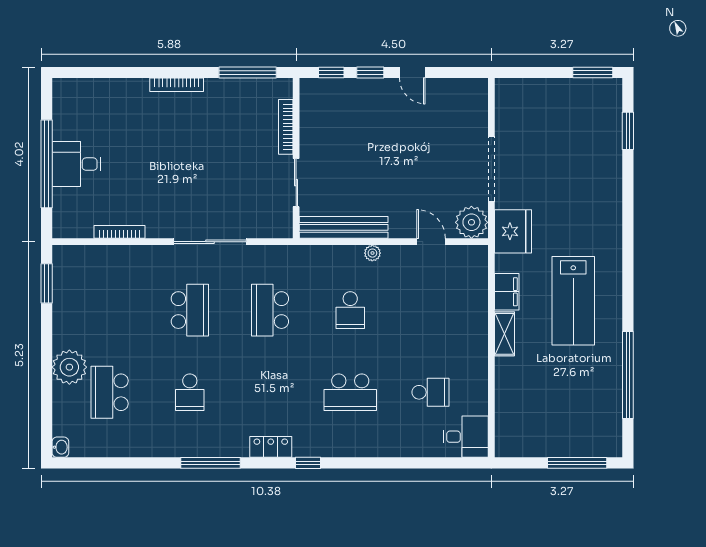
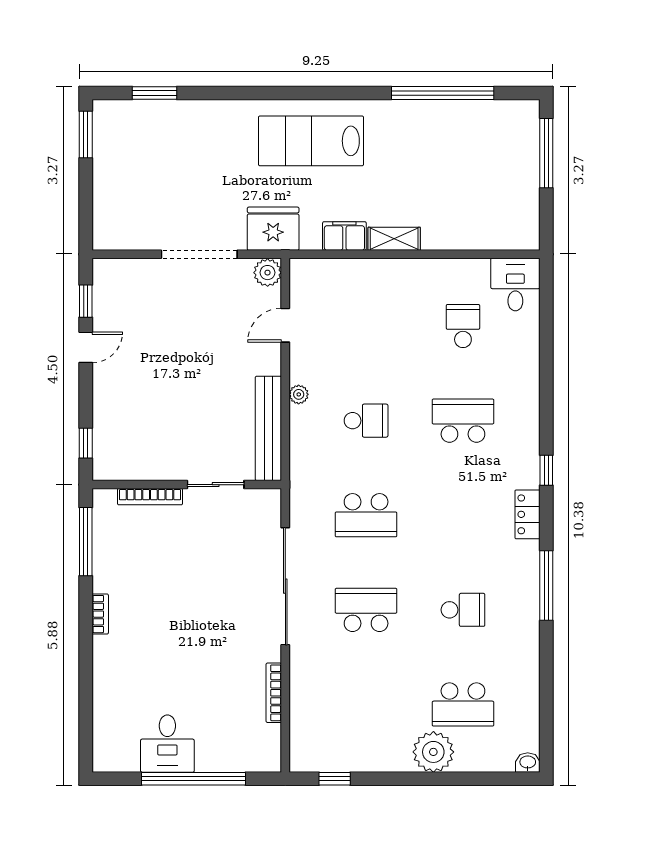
window: (370, 72) -> (86, 301), moved
bookcase: (177, 85) -> (100, 614), width x0.64
desk: (76, 164) -> (167, 744), moved
plant: (471, 222) -> (268, 273), width x0.73, depth x0.73
sliding door: (210, 242) -> (285, 586), width x1.36
window: (47, 283) -> (335, 779), width x0.67
lab bench: (573, 301) -> (311, 141), moved, turned 180
school desk: (350, 392) -> (463, 421), turned -90

